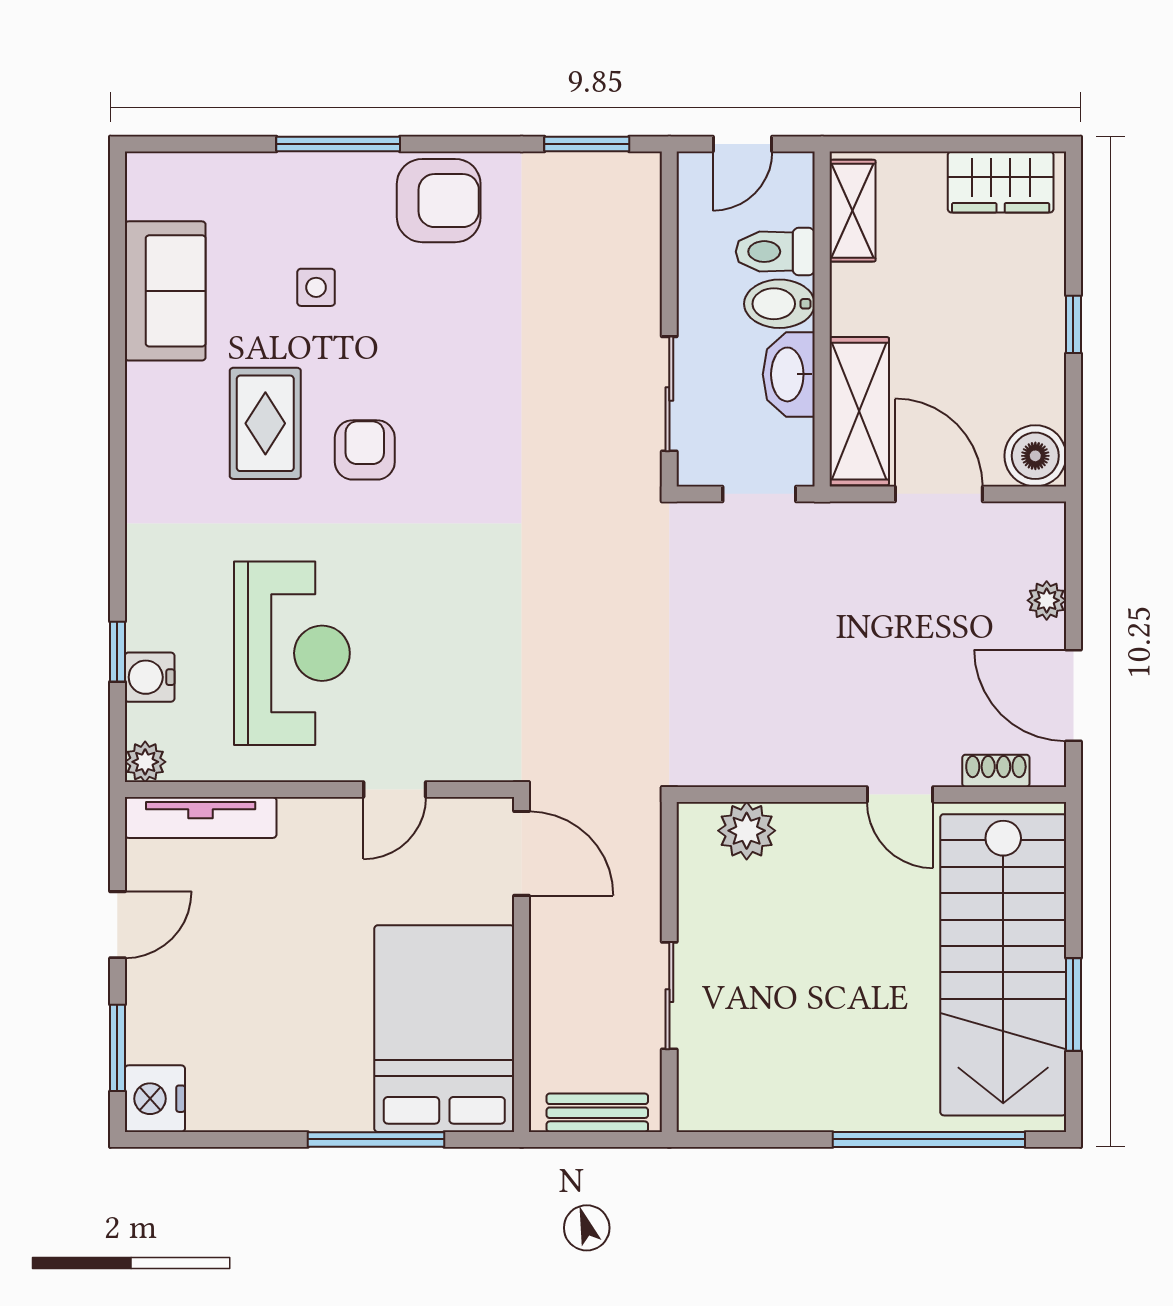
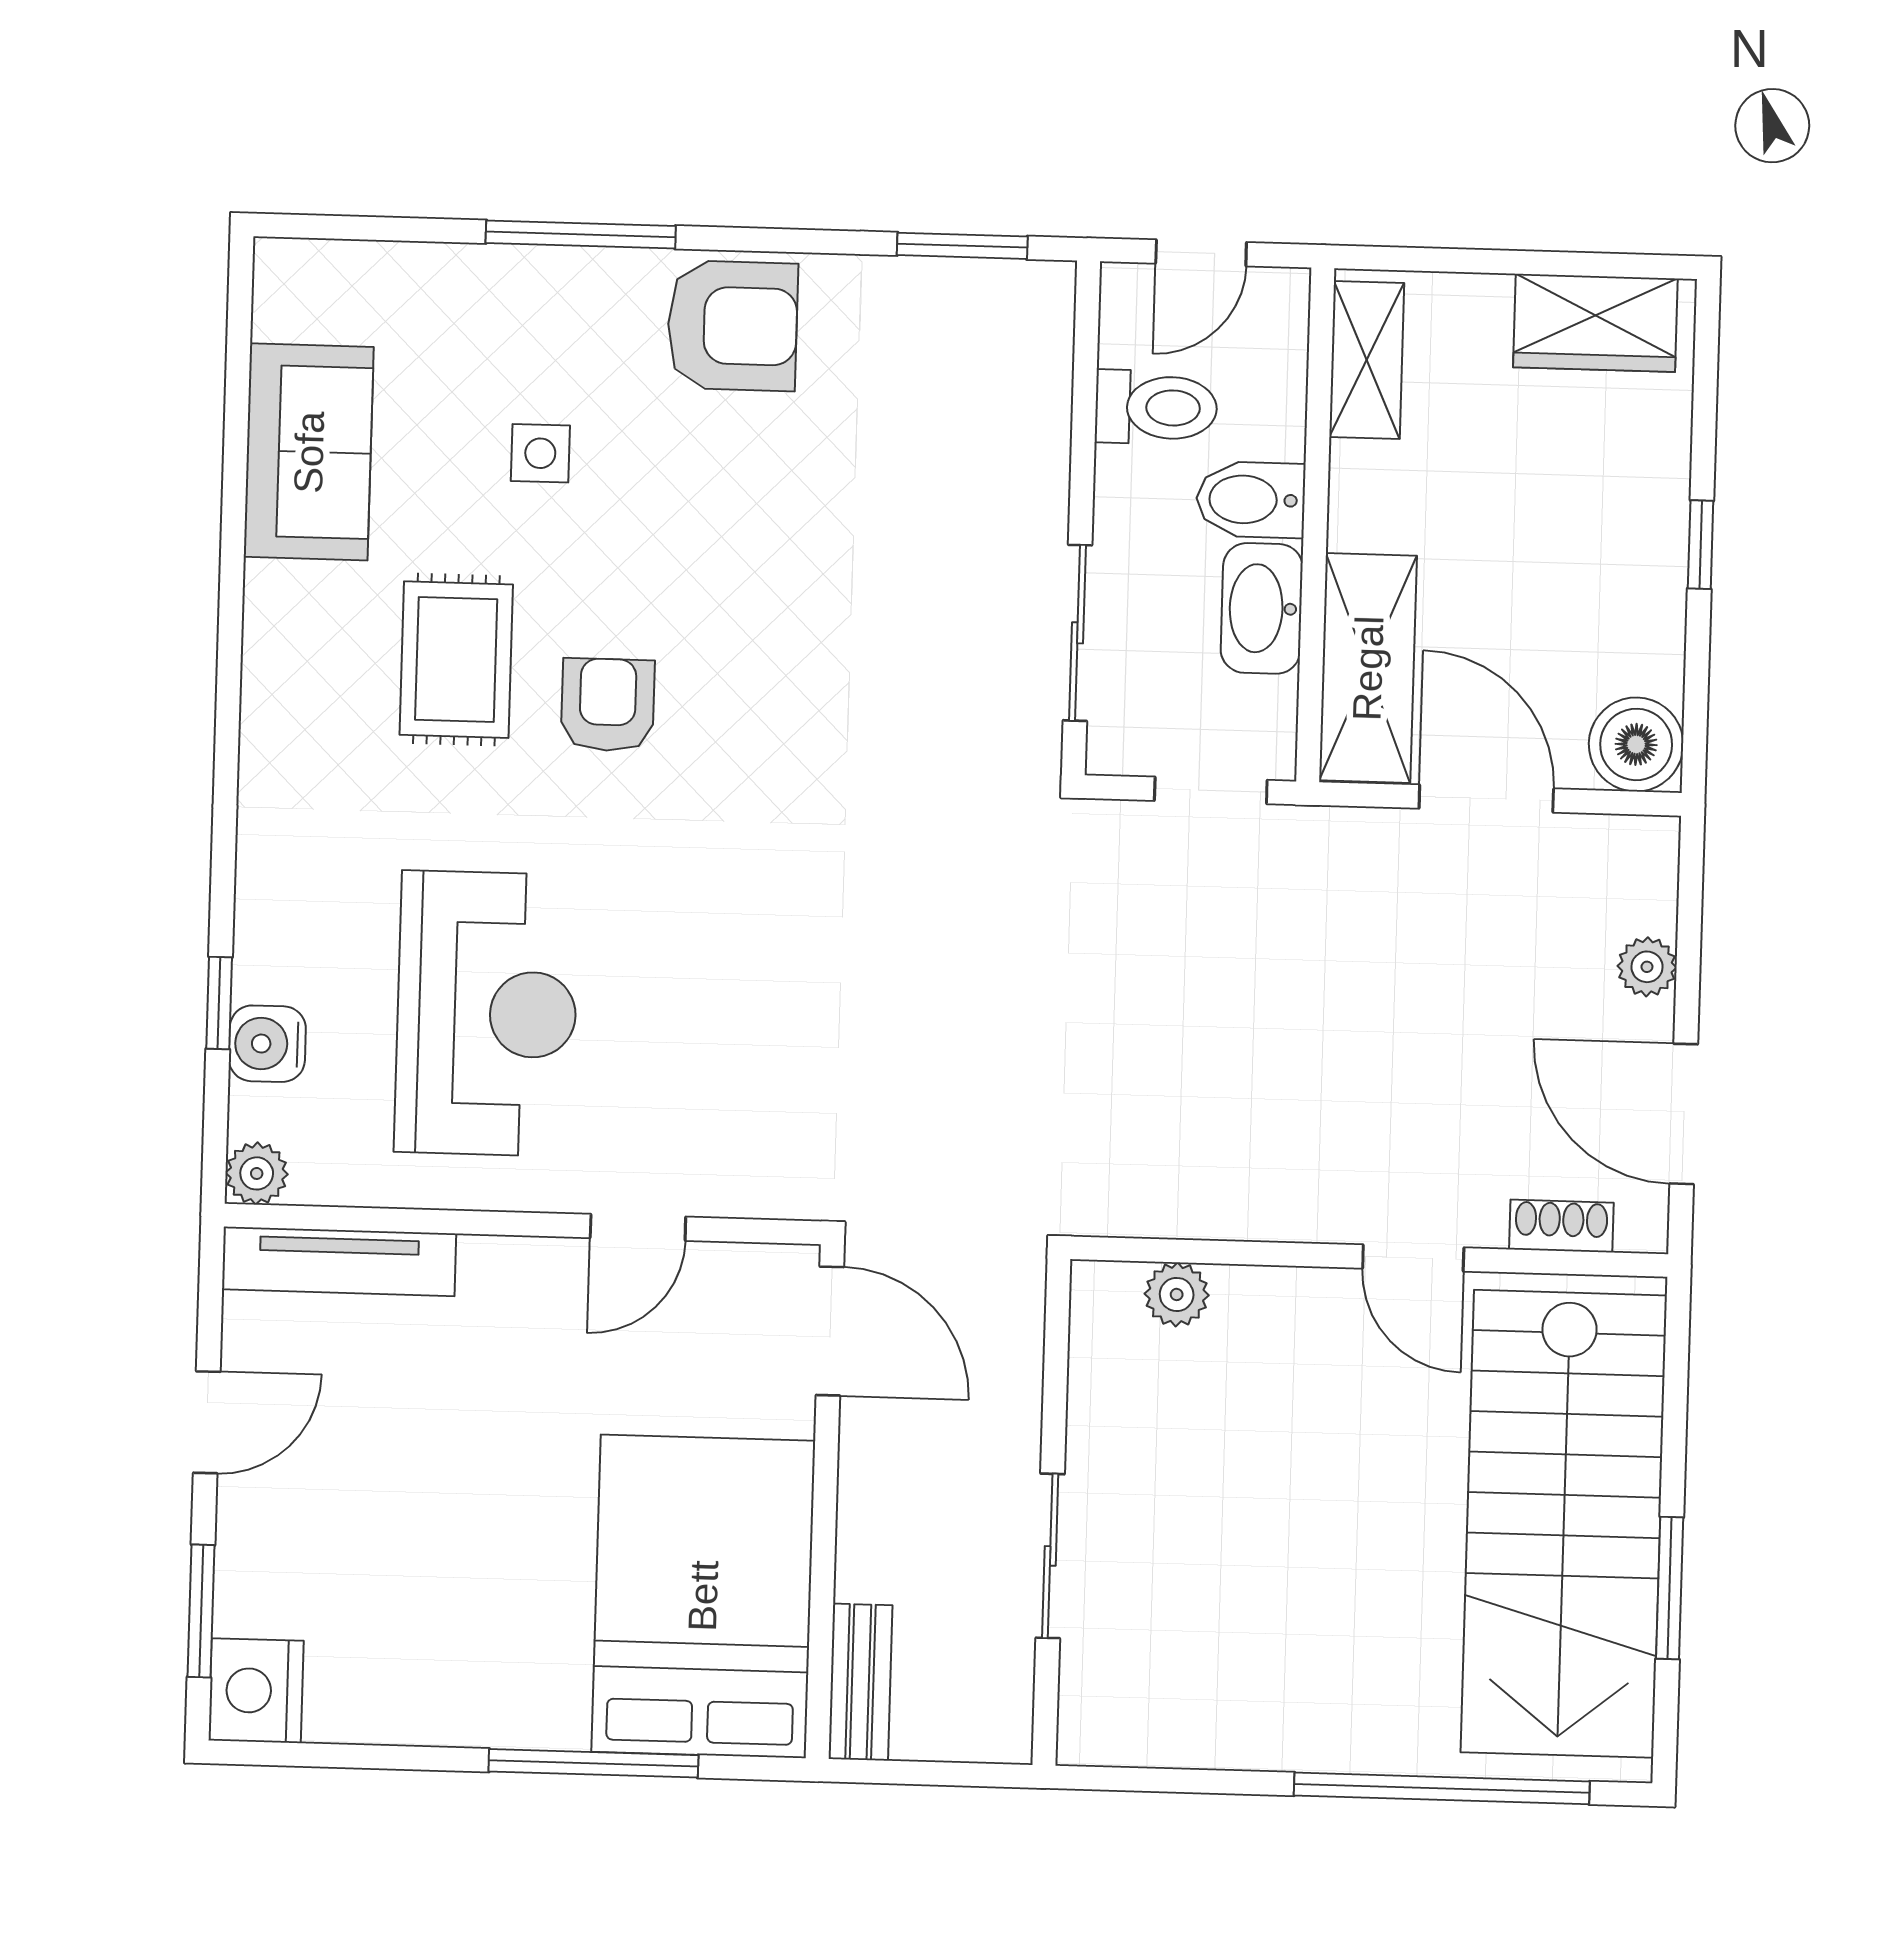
toilet: (775, 252) -> (1156, 407), moved, turned 180
plant: (747, 831) -> (1177, 1294), width x0.73, depth x0.73
bench: (597, 1113) -> (860, 1682), moved, turned 90

